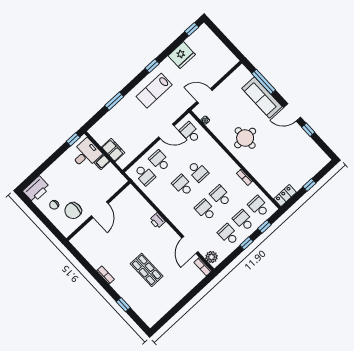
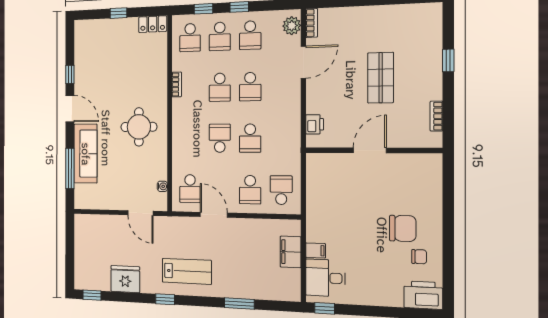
door: (100, 210) -> (370, 150), moved
wall: (98, 211) -> (373, 150), moved

